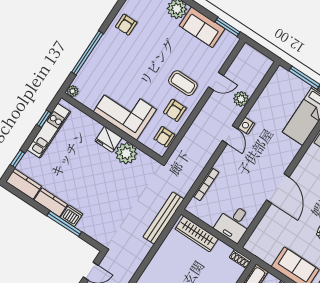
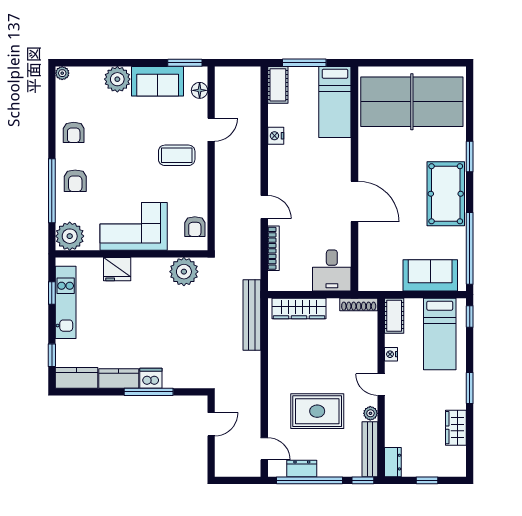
floor lamp: (225, 51) -> (200, 90), added
cot: (278, 81) -> (278, 85), added
plant: (72, 91) -> (70, 236), width x1.88, depth x1.88
plant: (241, 99) -> (251, 131), removed
armchair: (175, 110) -> (75, 181), moved
nightstand: (246, 126) -> (276, 136), moved
door: (230, 135) -> (264, 207), moved
fridge: (108, 139) -> (117, 269), moved
plant: (126, 153) -> (184, 272), moved
shoe rack: (240, 259) -> (359, 305), width x1.43

